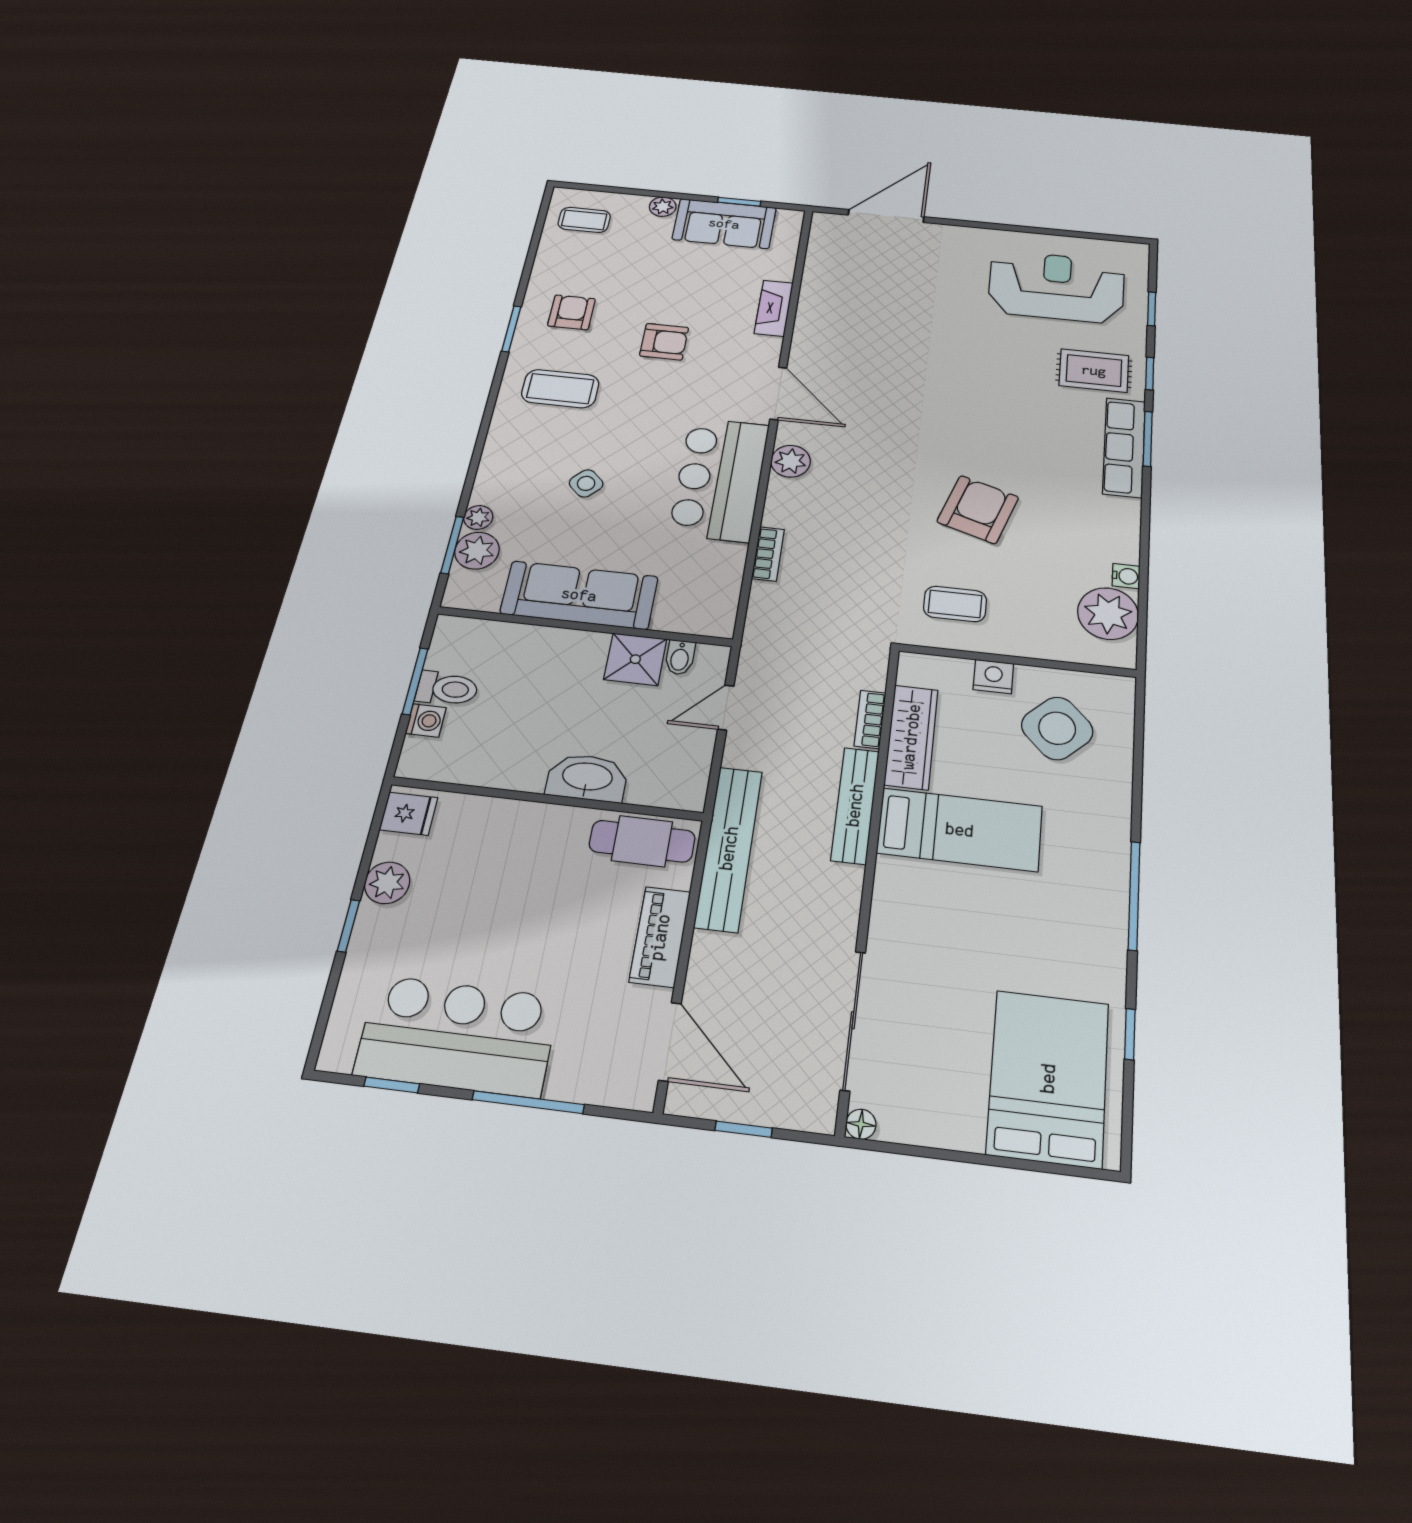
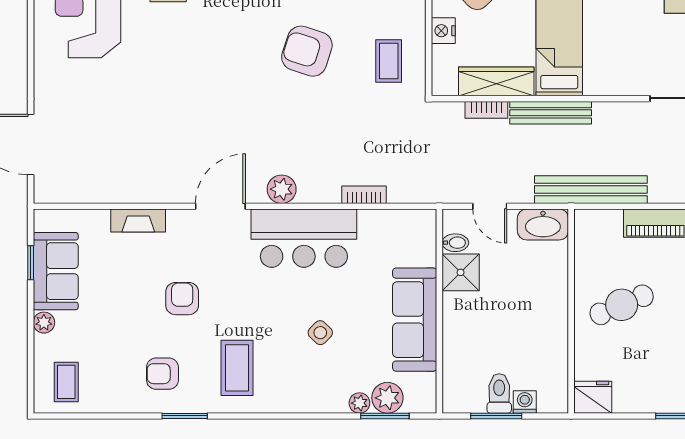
washbasin: (587, 778) -> (543, 224), moved, turned -90
fridge: (409, 814) -> (593, 397), width x1.38
cafe table: (642, 841) -> (622, 305), moved, turned 67
plant: (387, 883) -> (641, 399), removed

